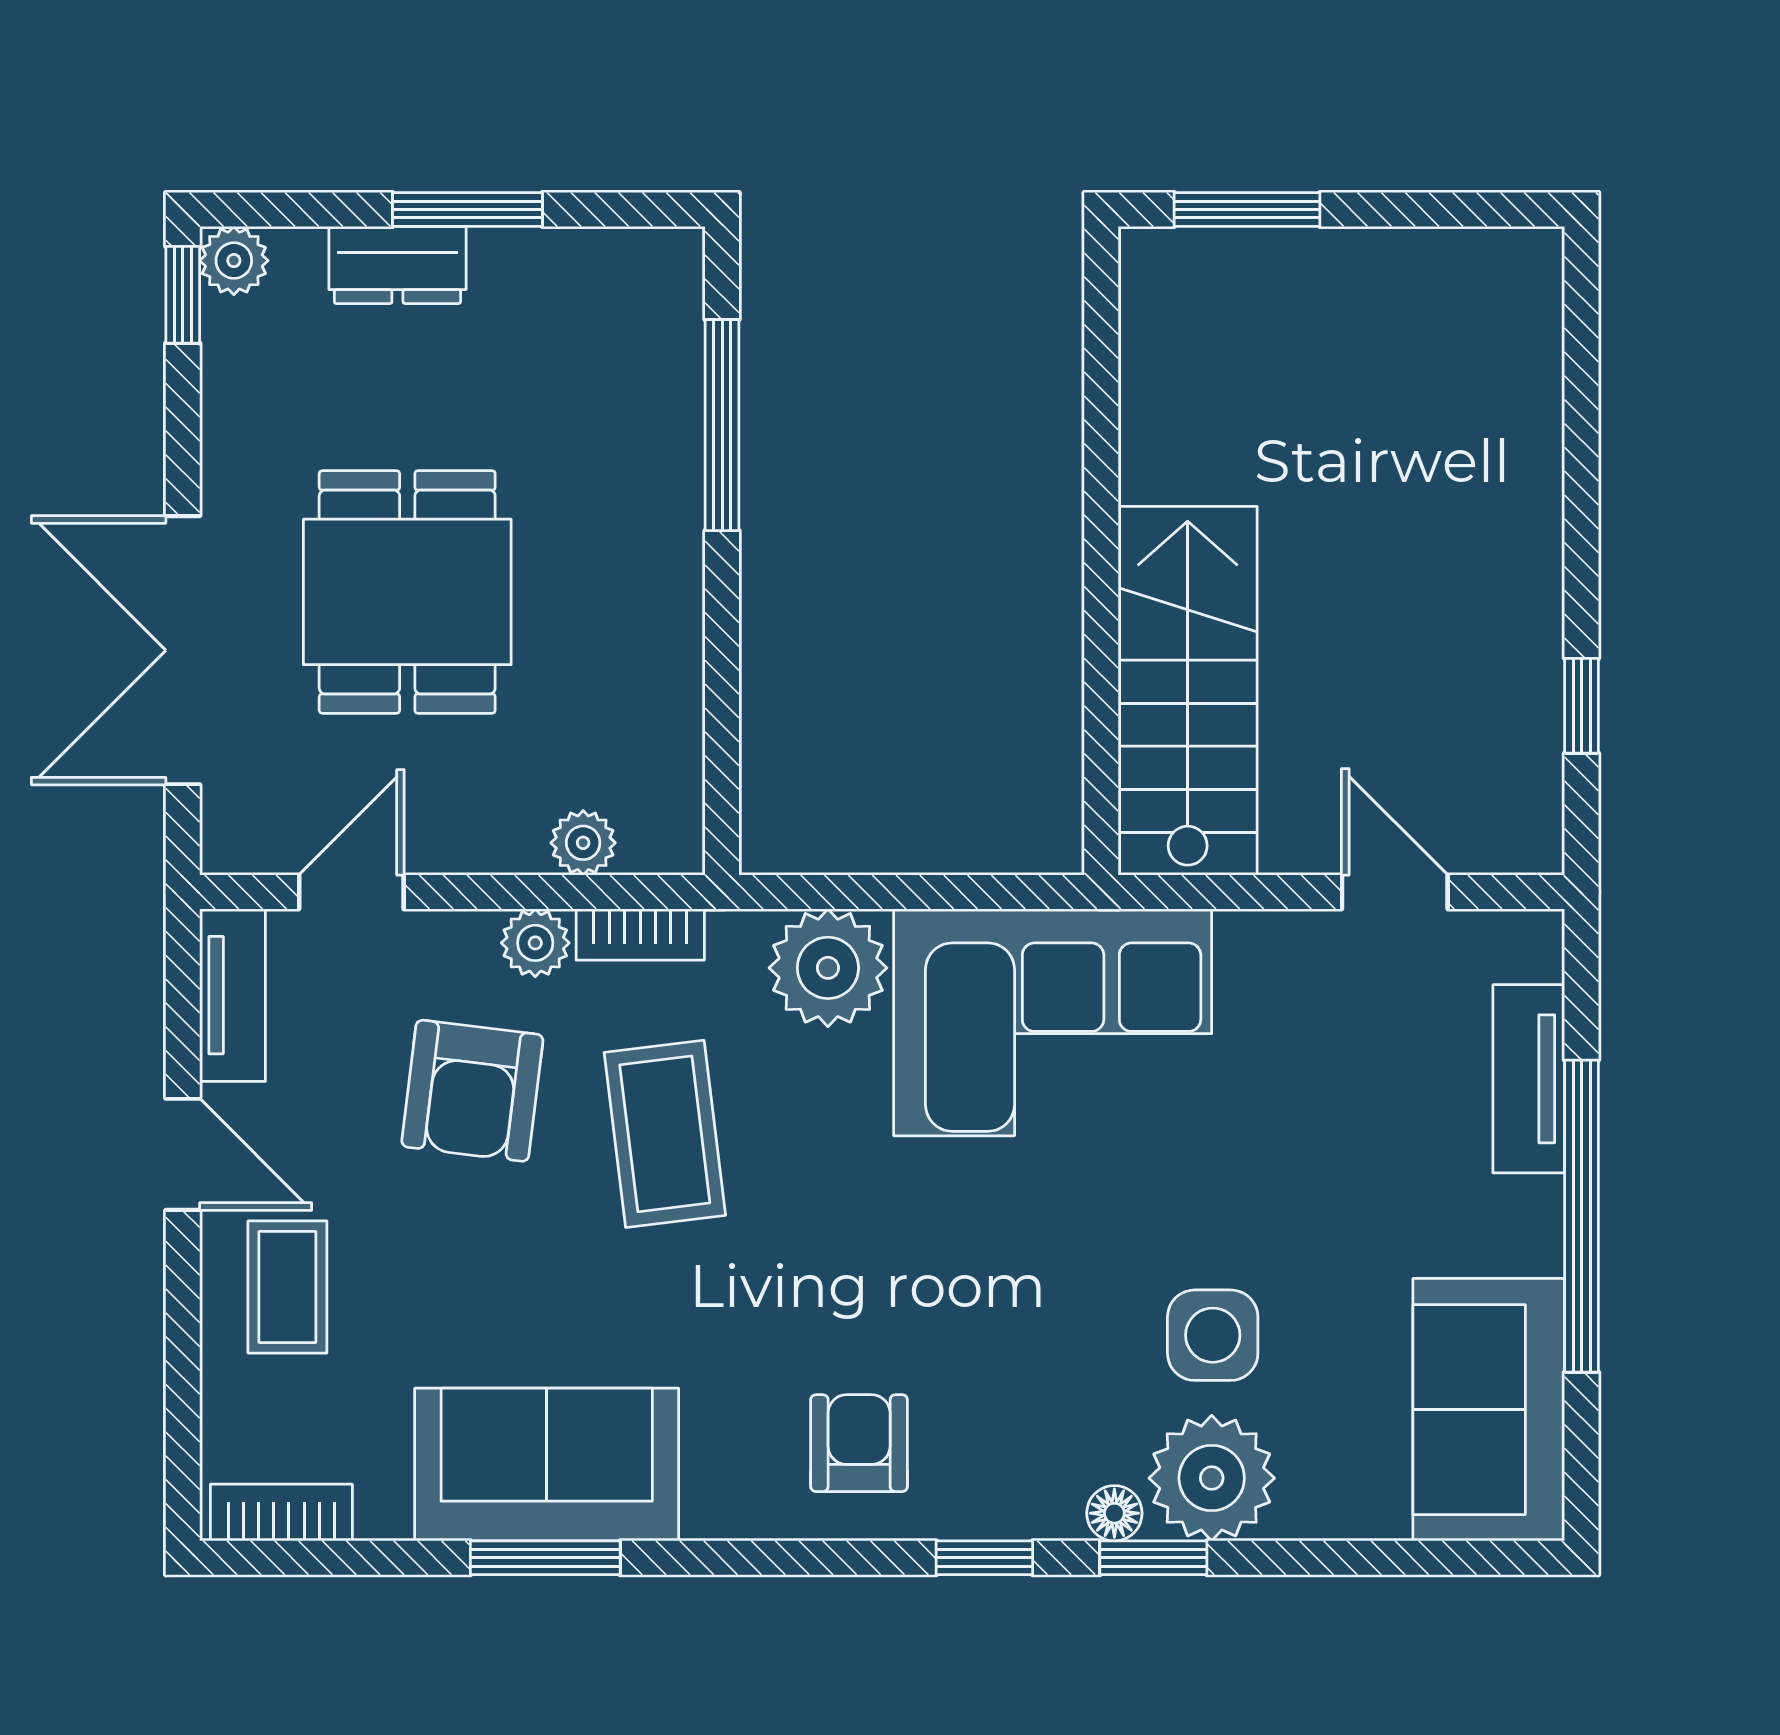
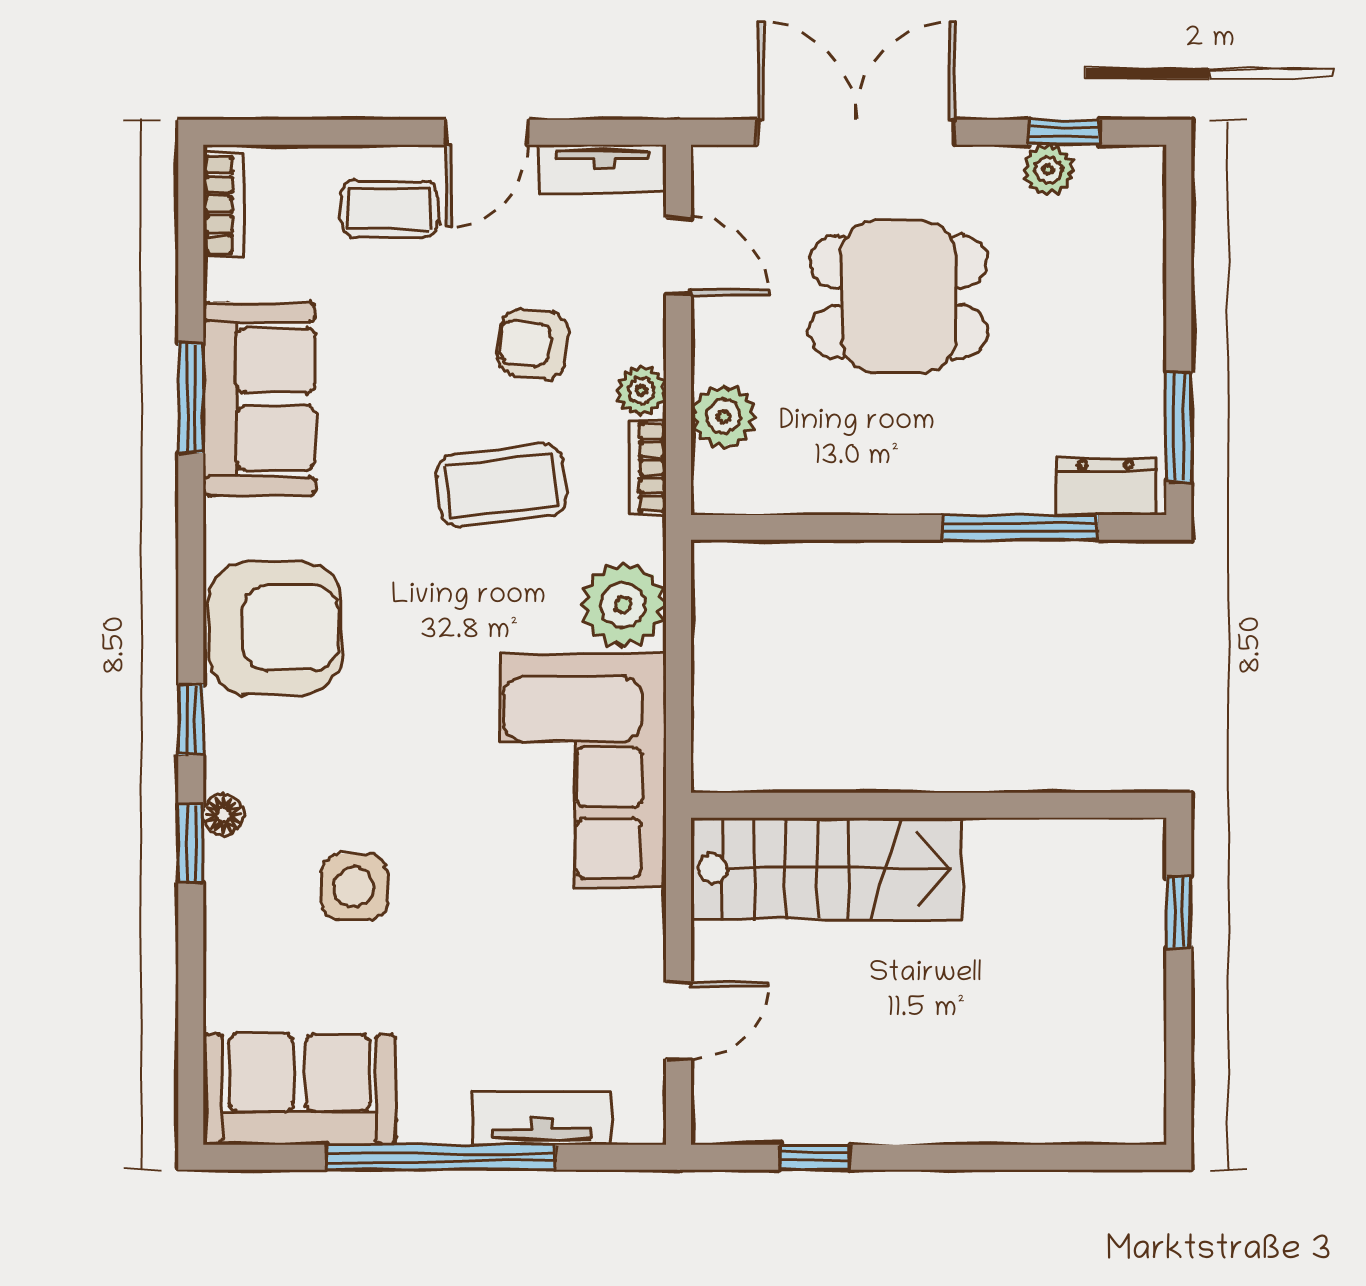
window: (467, 209) -> (1179, 427), moved
window: (1247, 209) -> (1179, 912), width x0.67
plant: (234, 261) -> (1048, 170), moved
dresser: (397, 265) -> (1105, 487), moved, turned 90
window: (183, 295) -> (1064, 132), moved
plant: (583, 843) -> (724, 417), width x1.38, depth x1.38
armchair: (472, 1091) -> (533, 344), width x0.72, depth x0.72
armchair: (859, 1443) -> (275, 628), width x1.88, depth x1.88
plant: (1212, 1478) -> (249, 886), removed

